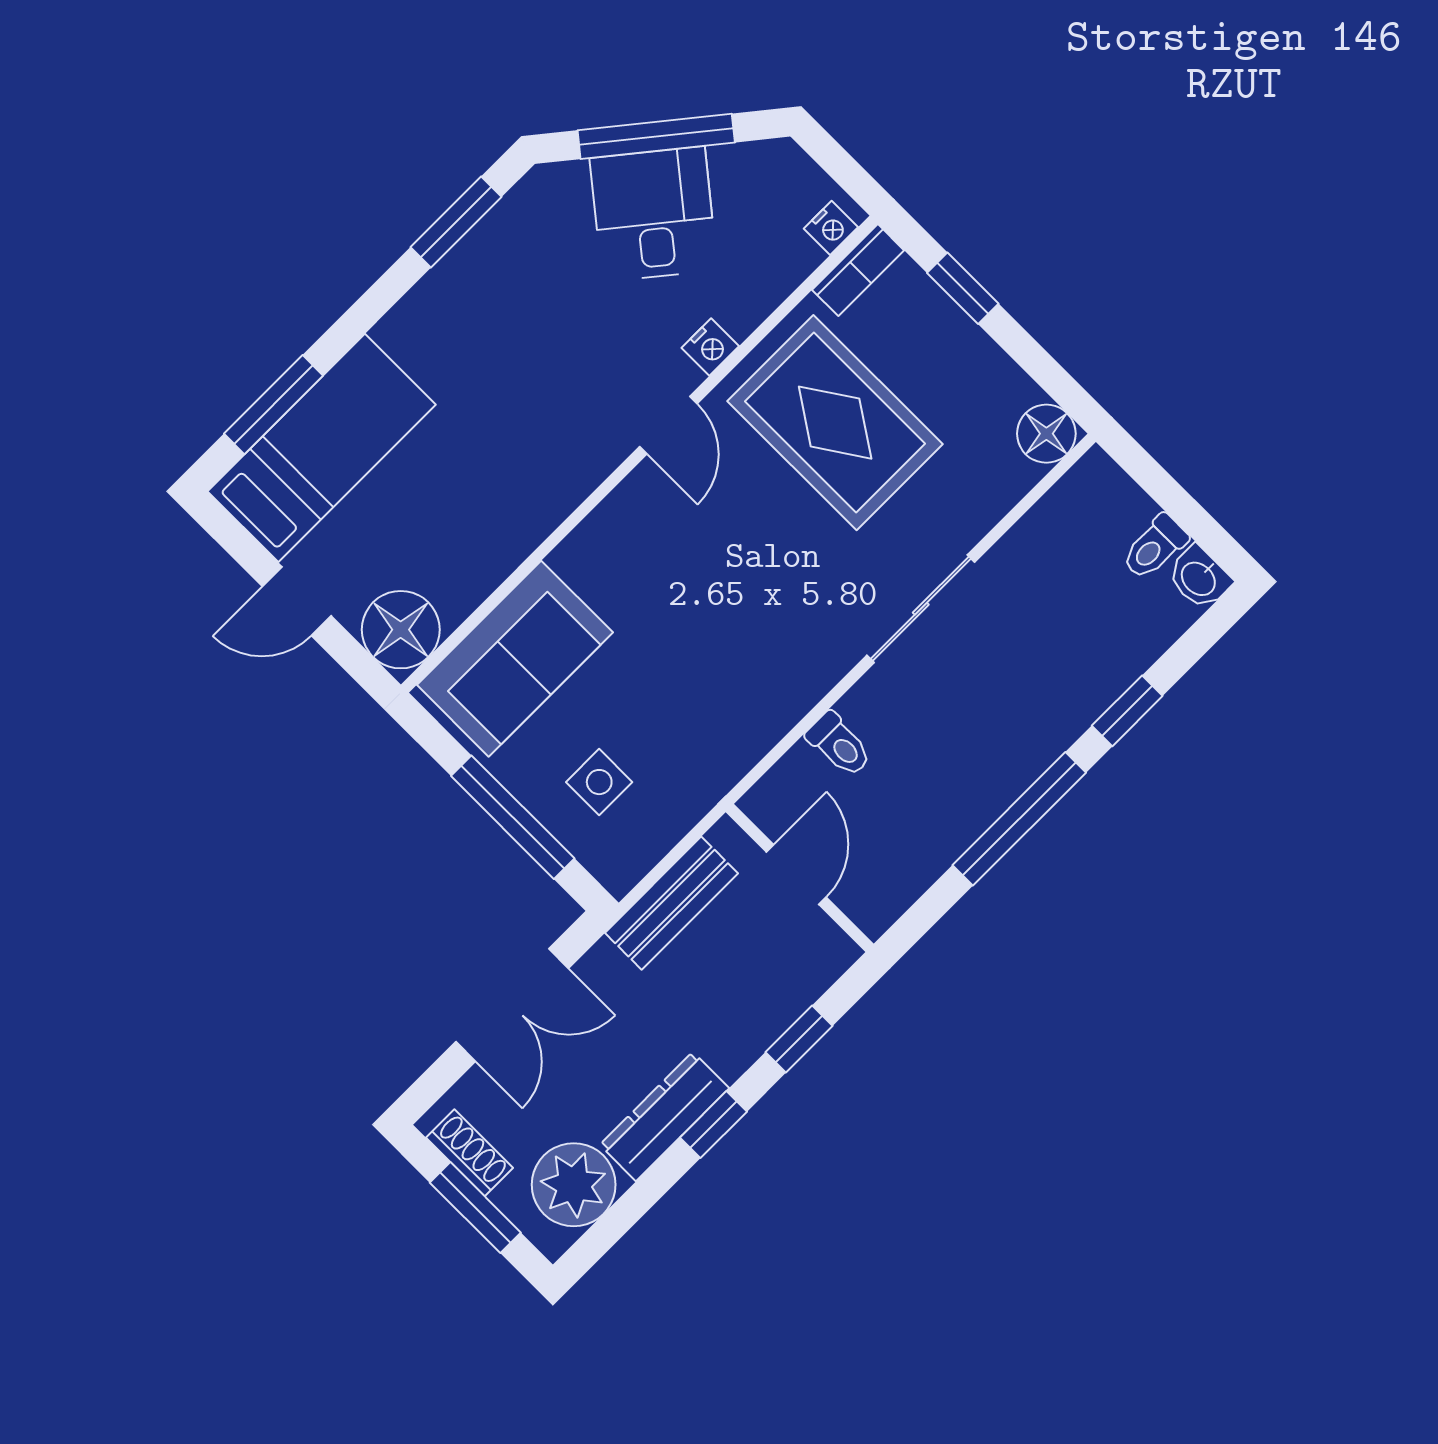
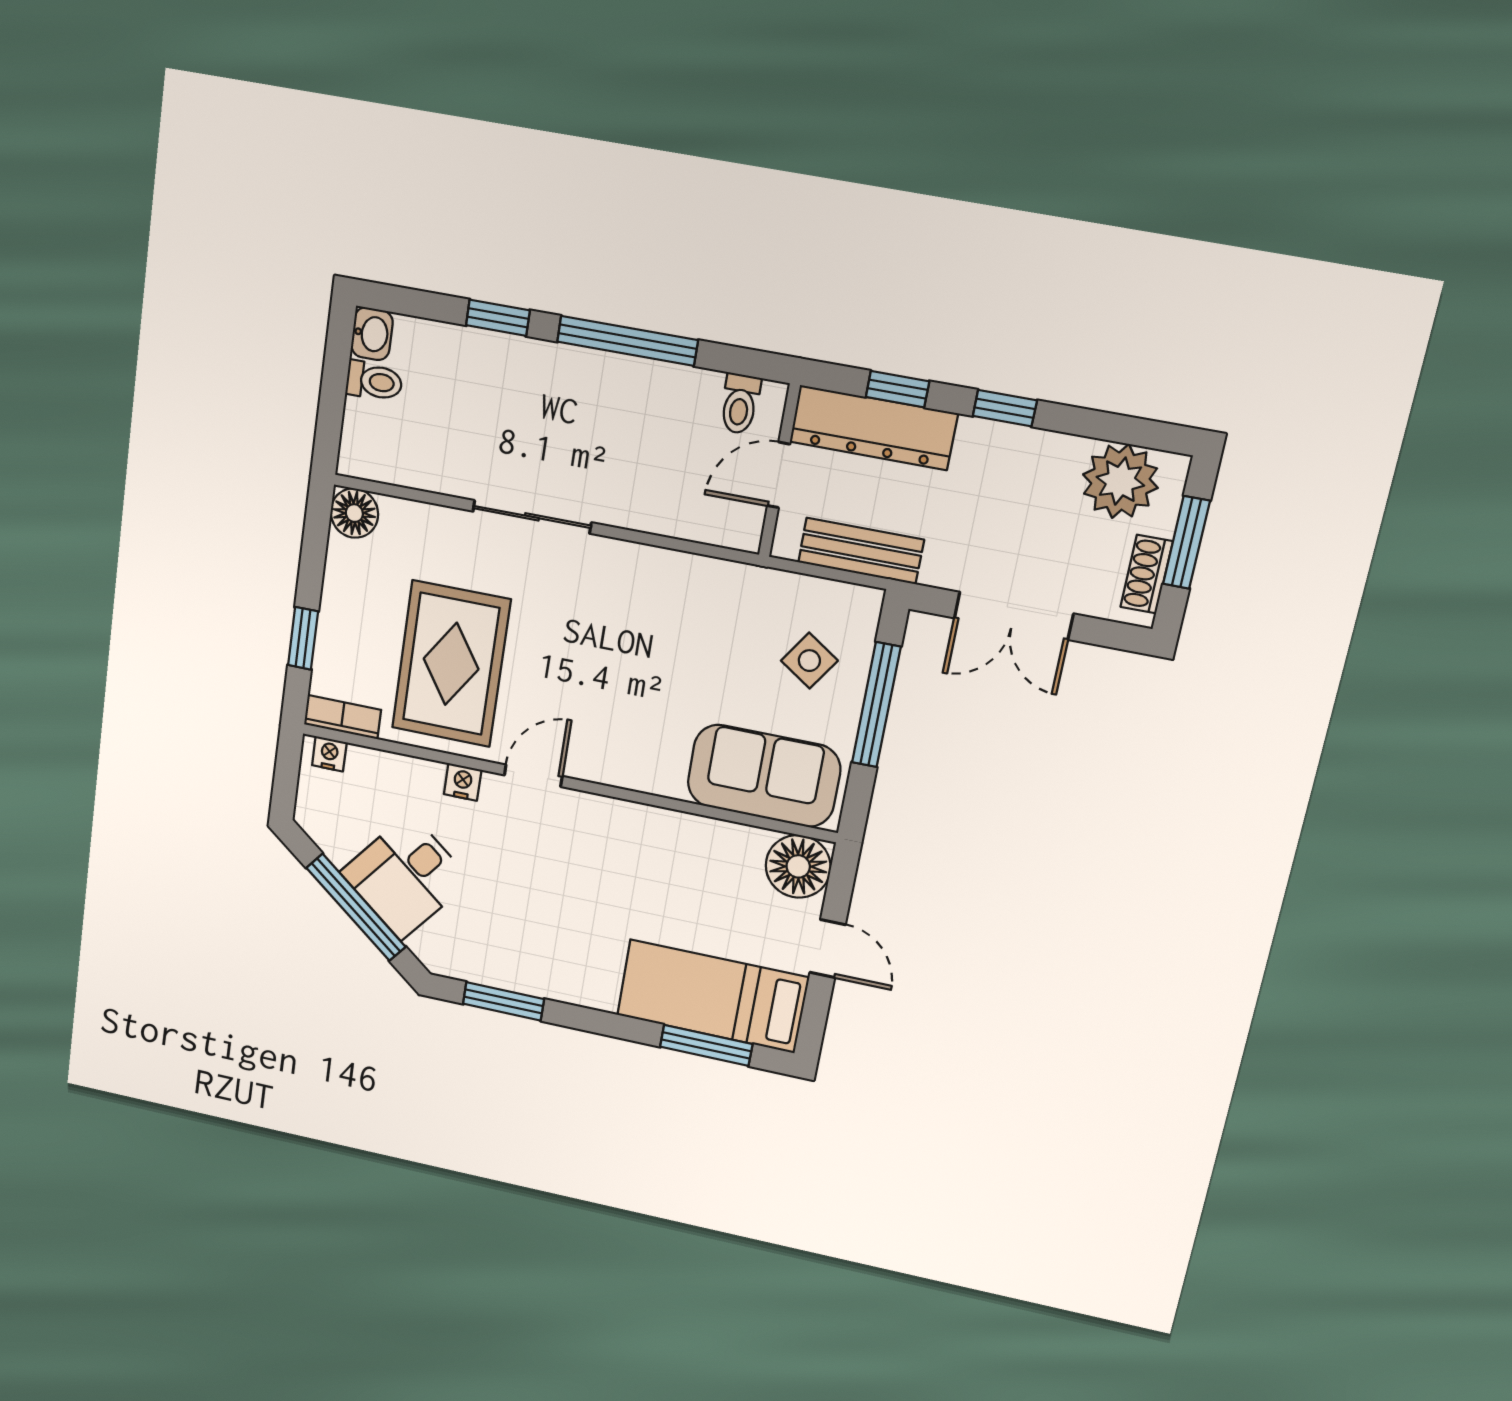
toilet: (839, 745) -> (740, 404), moved, turned 180
side table: (599, 782) -> (809, 661), turned 34
double door: (512, 1005) -> (1014, 616), swing flipped
dresser: (664, 1116) -> (873, 428), moved, width x1.37, depth x1.24

